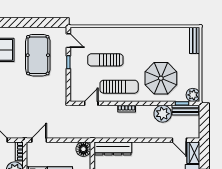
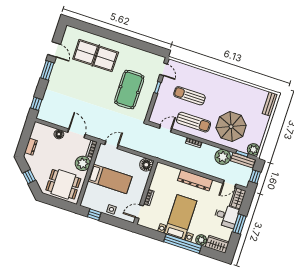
pool table: (38, 55) -> (129, 90), moved
window: (204, 123) -> (255, 177), added
door: (179, 140) -> (230, 184), hinge flipped
dresser: (113, 149) -> (195, 180), moved

